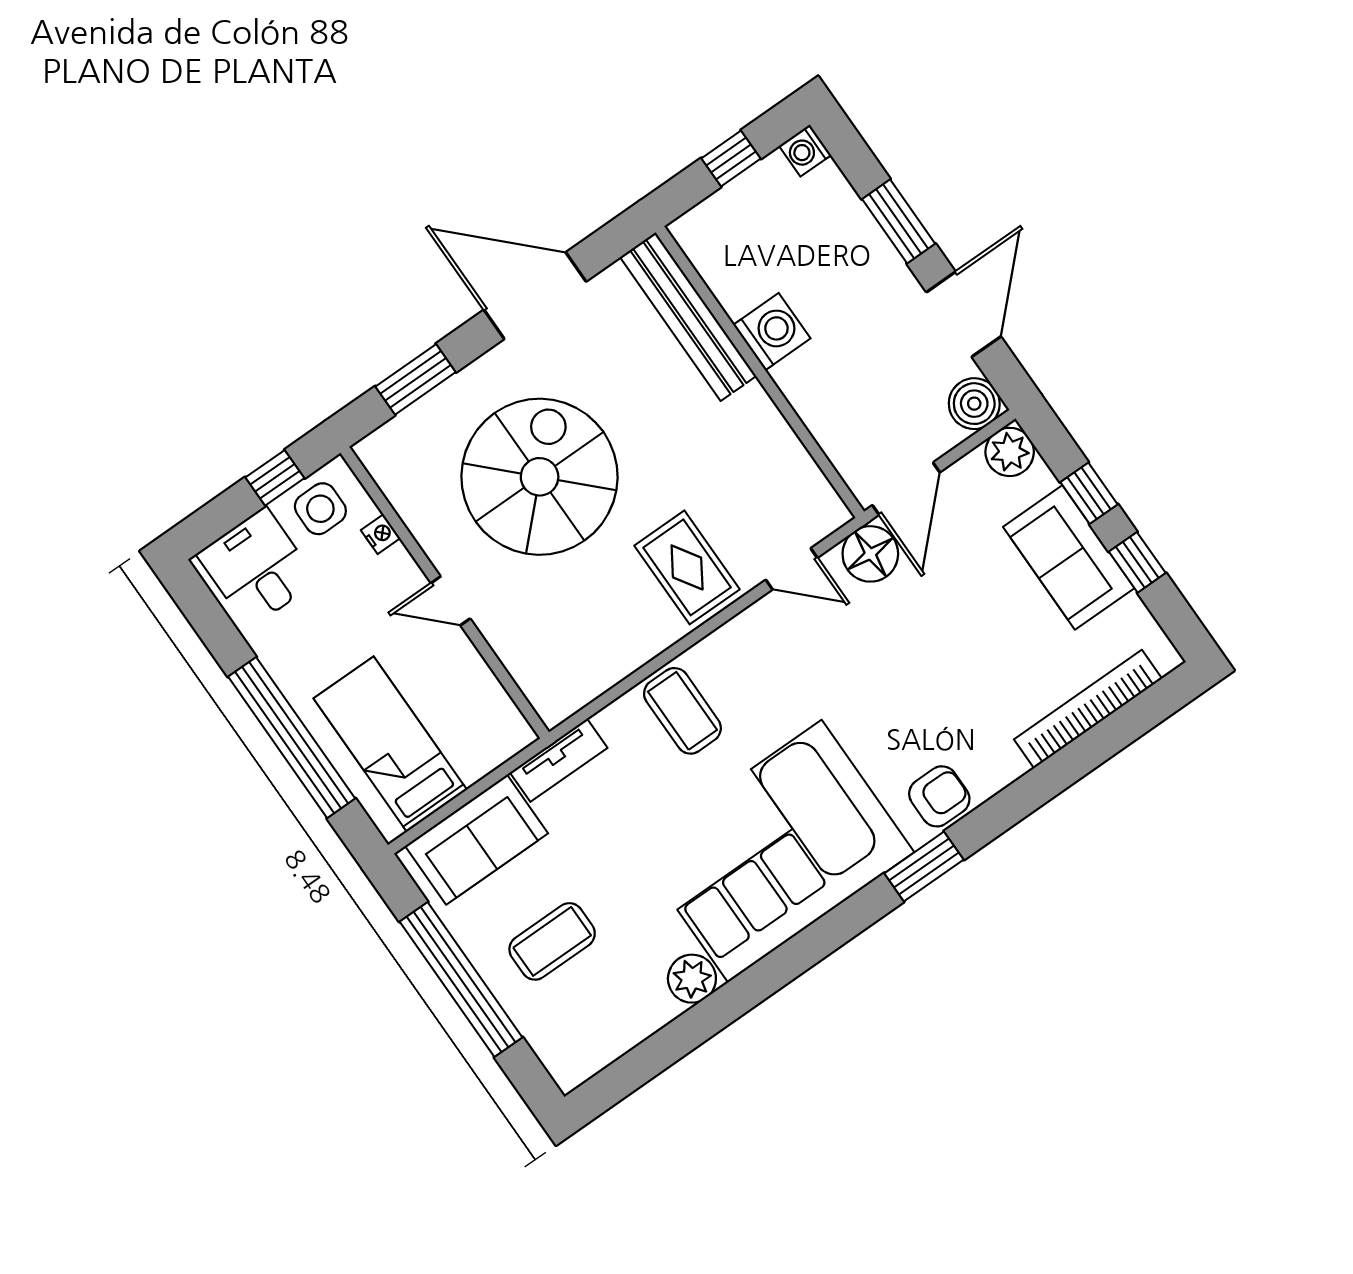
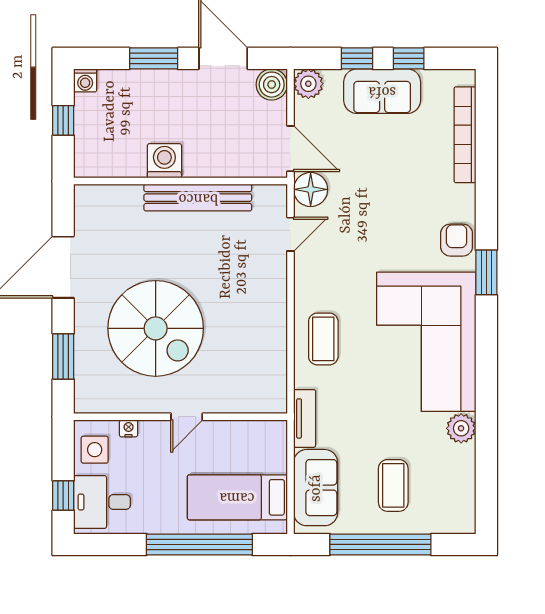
bench: (688, 317) -> (198, 198), moved
spiral stairs: (540, 477) -> (156, 328), turned 180
window: (275, 478) -> (63, 496), moved
rug: (687, 567) -> (253, 286), removed
coffee table: (682, 711) -> (323, 339), turned 90

